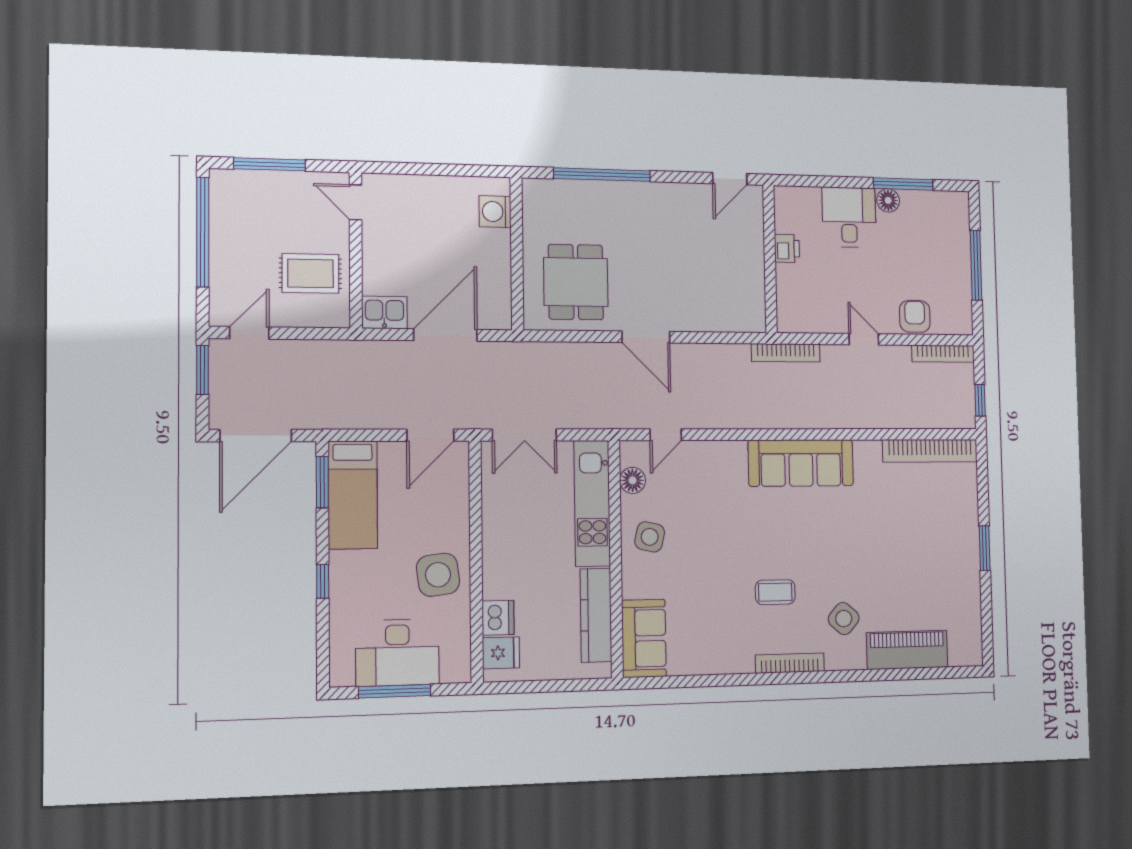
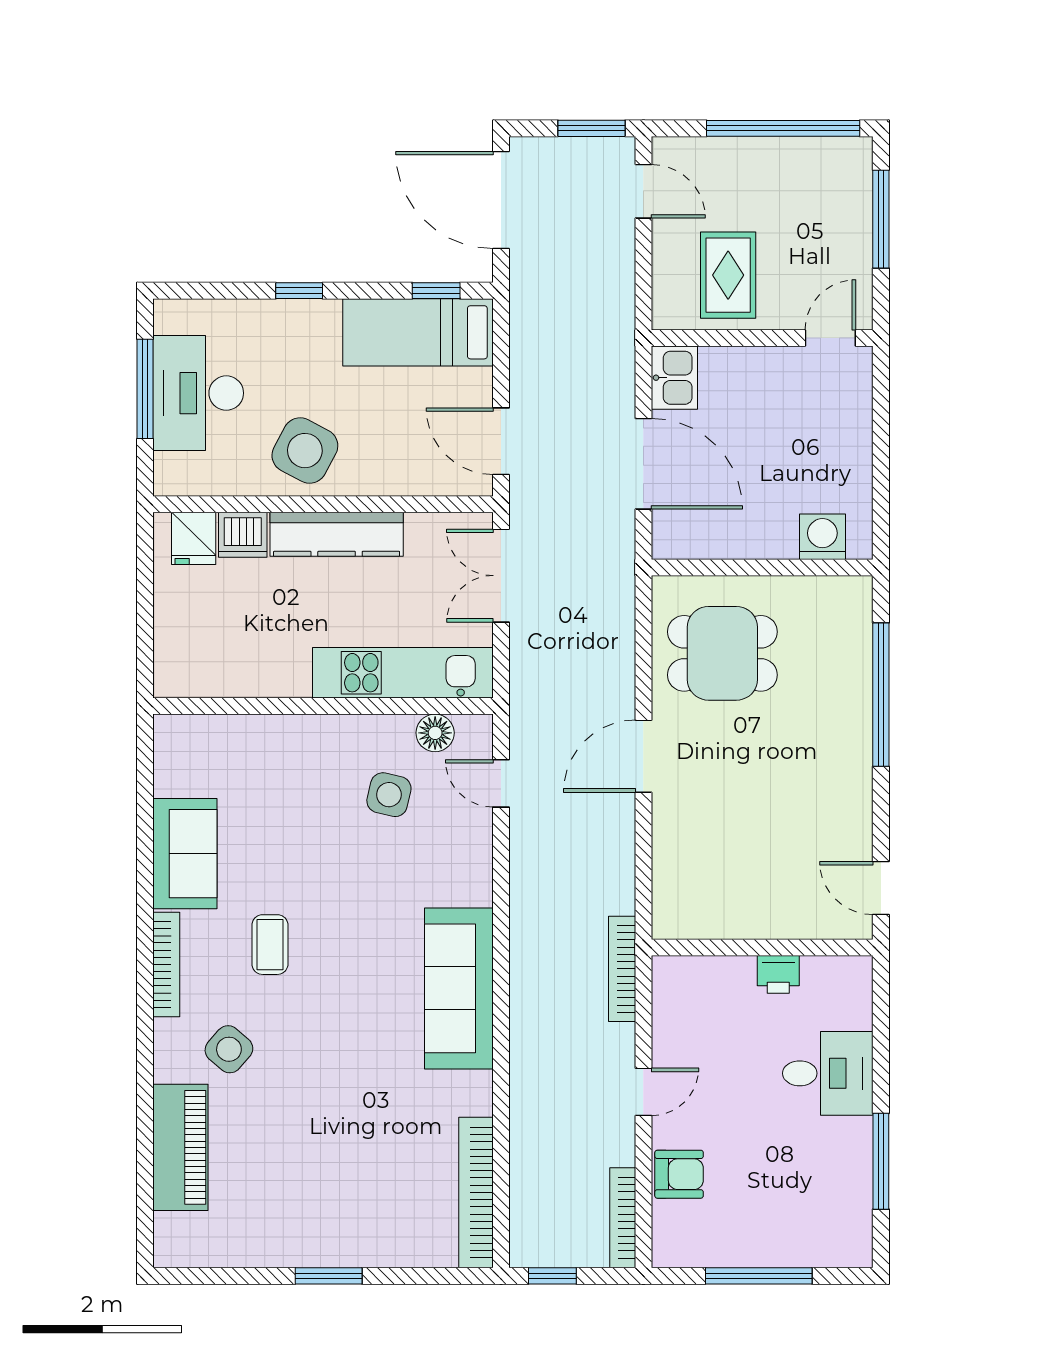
floor lamp: (888, 200) -> (855, 1136), removed
window: (322, 482) -> (436, 291), width x0.67
side table: (650, 537) -> (389, 795), moved
side table: (438, 575) -> (305, 451), turned 35
kitchen counter: (596, 615) -> (337, 534), moved, turned 180
sofa: (644, 638) -> (185, 854), moved, turned -90

